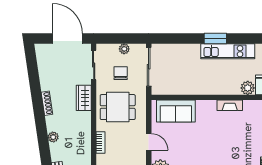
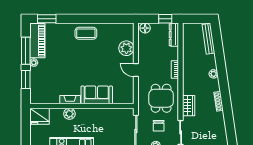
plant: (248, 88) -> (69, 114), moved
dining table: (118, 107) -> (161, 98), turned 90
sofa: (176, 111) -> (97, 95), moved

